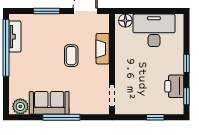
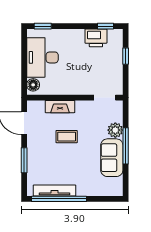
tv unit: (15, 37) -> (54, 191), width x1.41
window: (187, 63) -> (43, 26), moved
plant: (20, 106) -> (115, 130), moved

